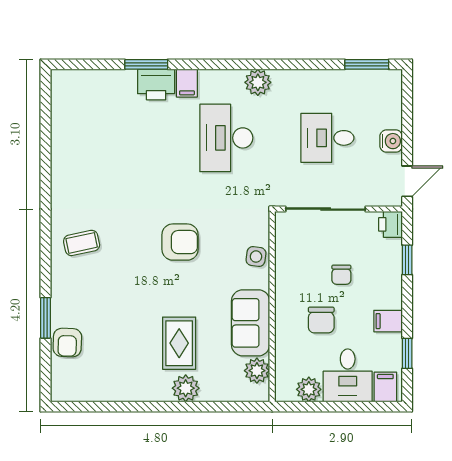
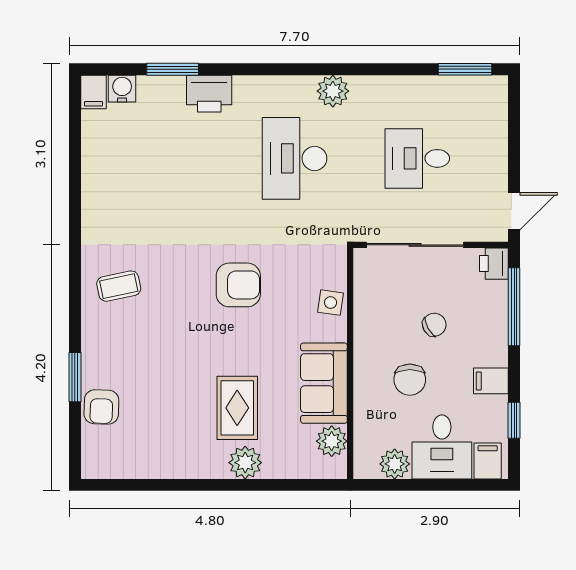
window: (146, 64) -> (173, 69), moved
filing cabinet: (187, 83) -> (93, 92), moved
water cooler: (391, 141) -> (122, 89), moved, turned -90
window: (407, 260) -> (514, 307), width x2.17
chair: (341, 275) -> (434, 325), turned -119

